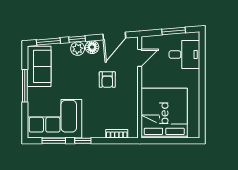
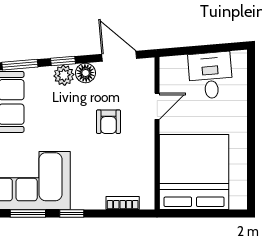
window: (174, 31) -> (208, 49), removed
door: (114, 36) -> (119, 56), swing flipped
desk: (184, 55) -> (210, 75), moved, turned -95
door: (140, 58) -> (157, 106), moved

